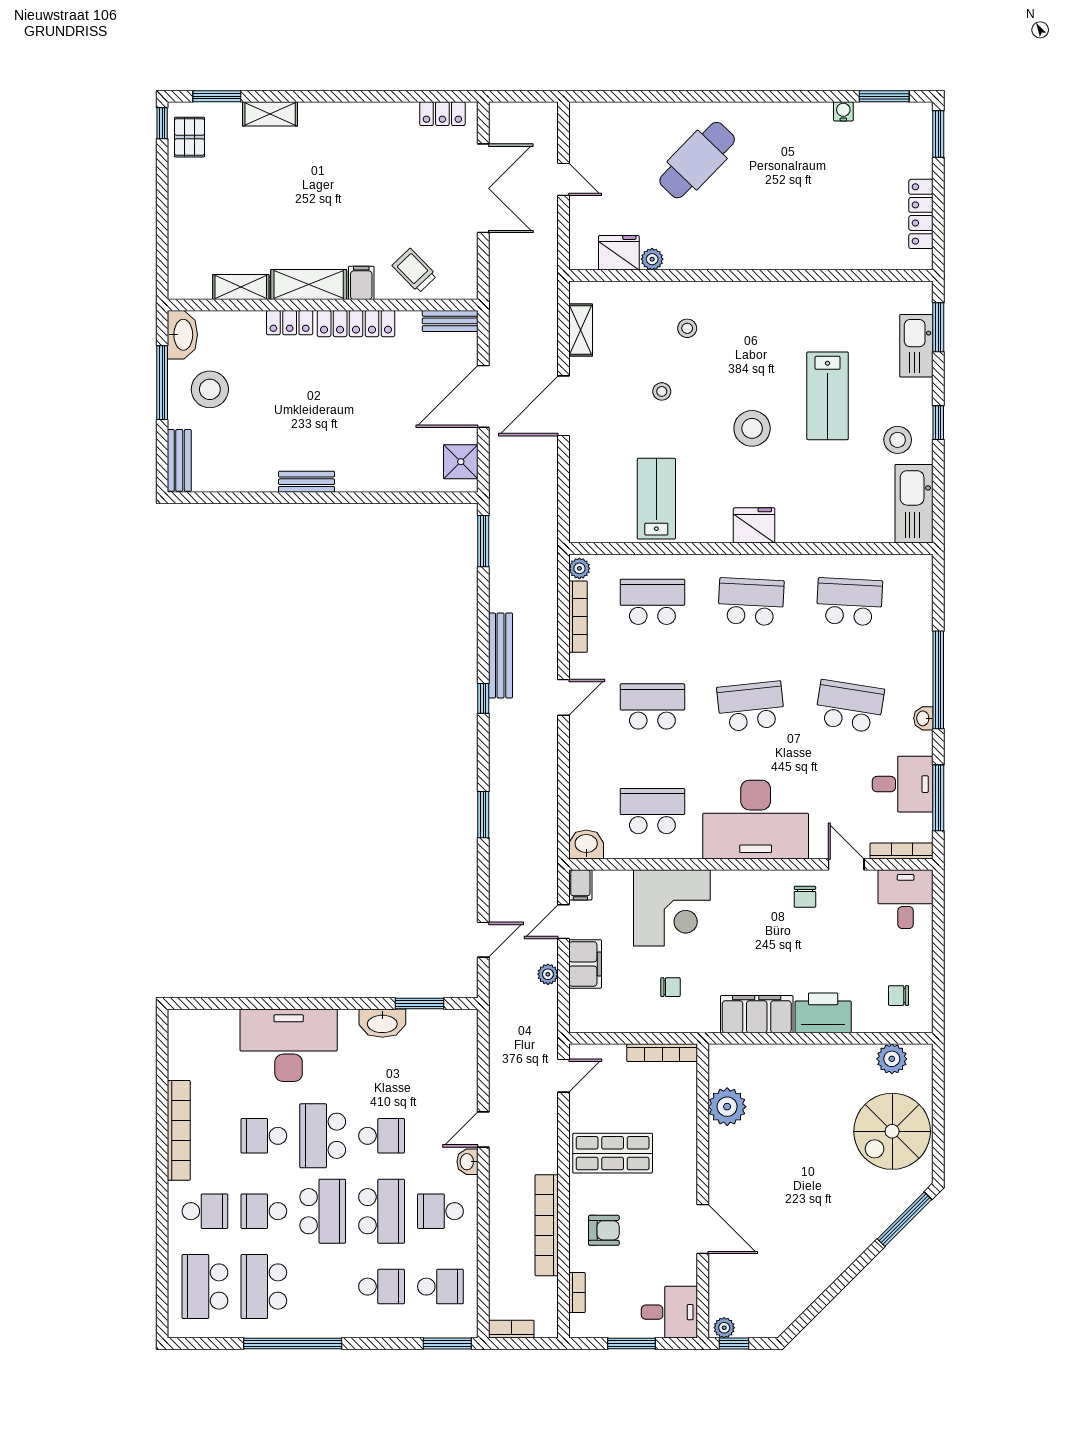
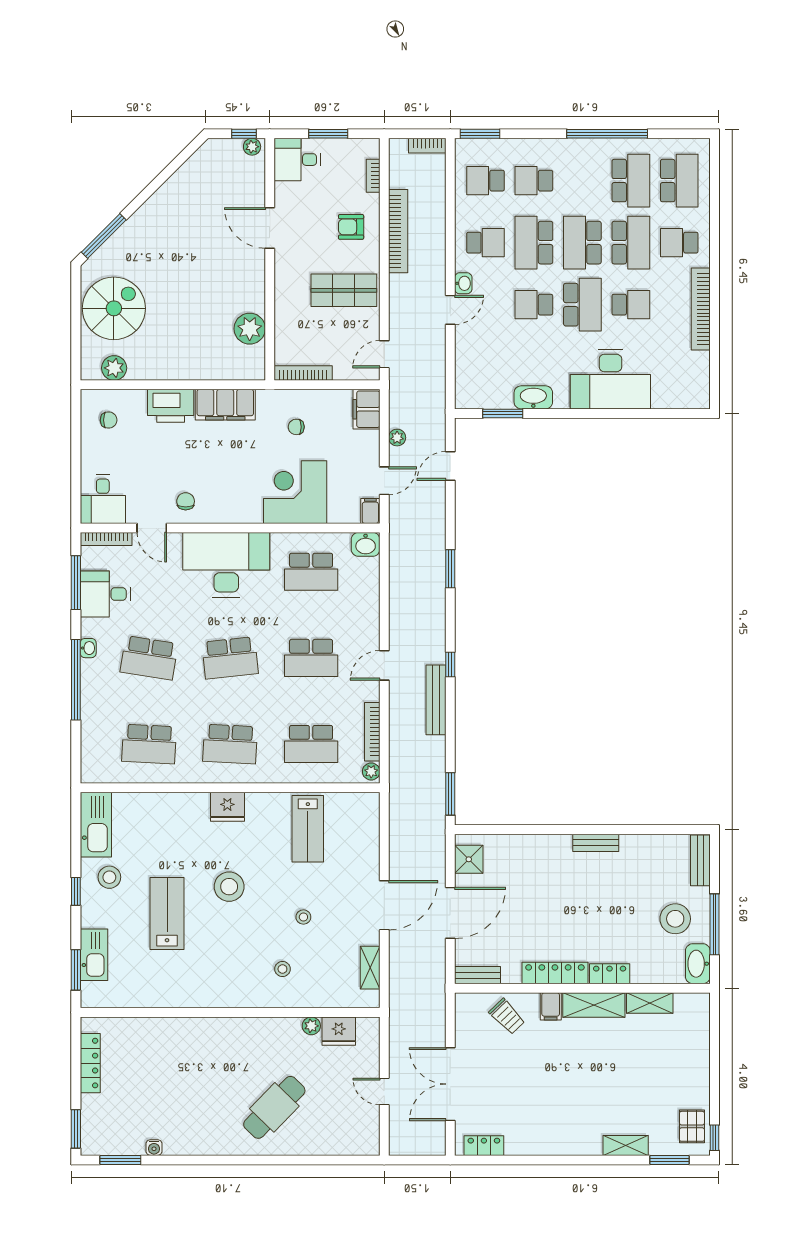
filing cabinet: (585, 964) -> (366, 409), moved
school desk: (264, 1211) -> (631, 243), width x1.85

